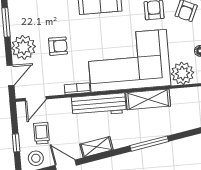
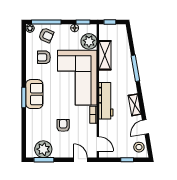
plant: (24, 47) -> (43, 149), moved
shelving: (148, 99) -> (105, 55), moved
trolley: (42, 133) -> (122, 142), removed

